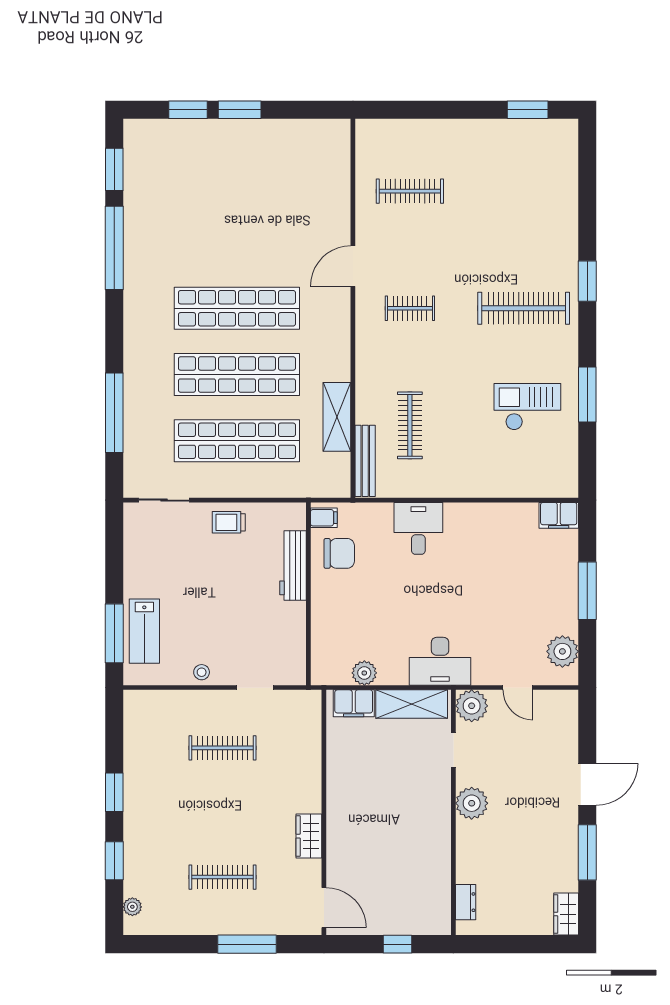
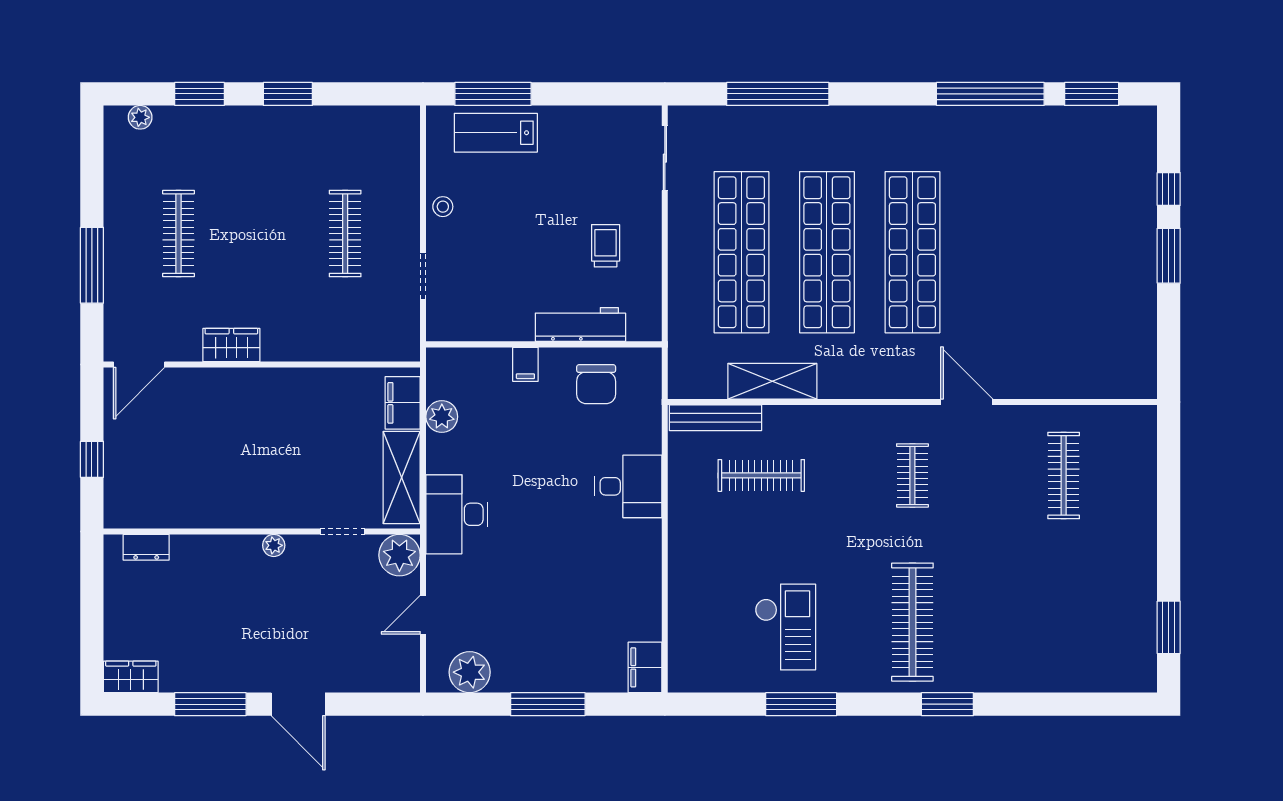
window: (188, 110) -> (1169, 189), width x0.67
filing cabinet: (324, 518) -> (525, 364), moved
trolley: (229, 522) -> (606, 246), moved
plant: (472, 803) -> (274, 545), width x0.53, depth x0.53

